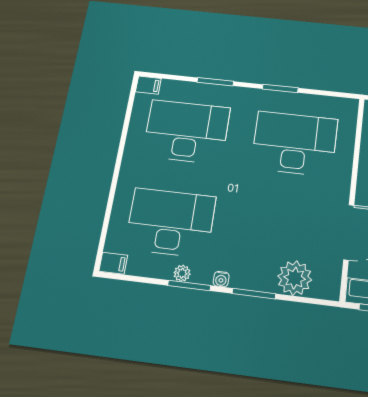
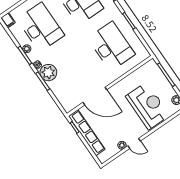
plant: (295, 278) -> (48, 73), moved

